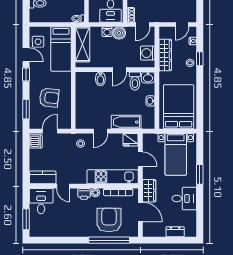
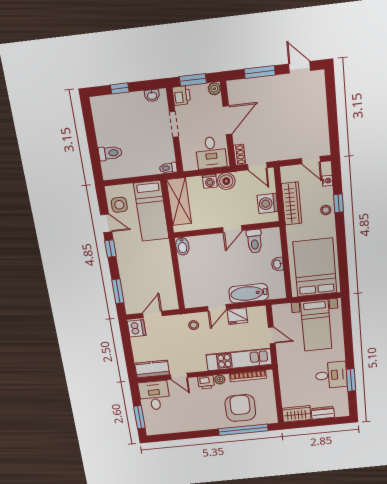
door: (143, 25) -> (257, 166), hinge flipped
door: (182, 25) -> (311, 160), hinge flipped
washbasin: (148, 77) -> (271, 235), removed
bidet: (100, 79) -> (182, 246), moved
armchair: (49, 98) -> (145, 274), removed
fridge: (130, 140) -> (237, 316), moved
window: (200, 174) -> (351, 380), moved
wardrobe: (149, 191) -> (297, 414), moved, turned -90
door: (140, 212) -> (278, 395), removed

